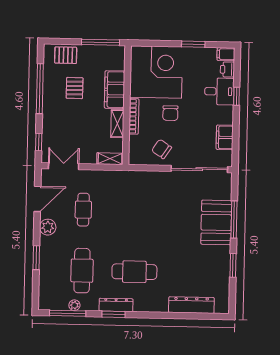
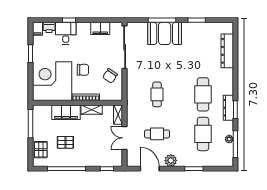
double door: (64, 166) -> (125, 138), moved
cafe table: (136, 211) -> (157, 94), added
cafe table: (82, 271) -> (203, 134), turned 90

